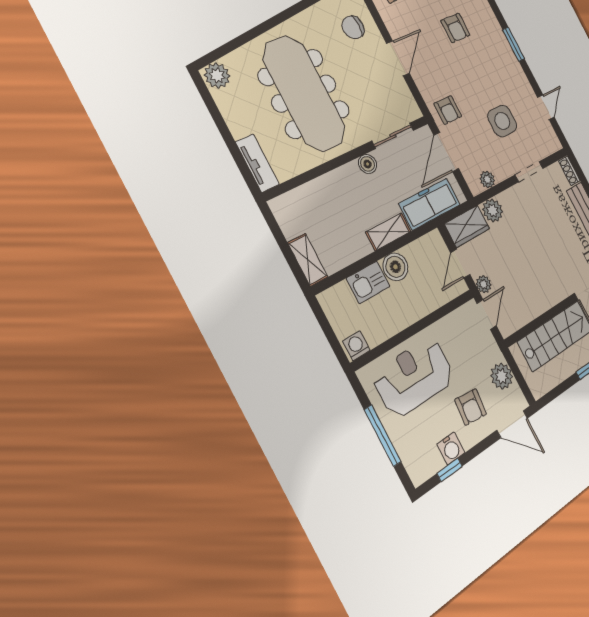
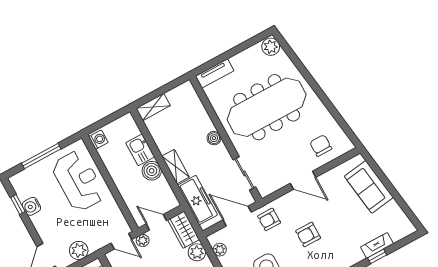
armchair: (455, 28) -> (308, 234), moved
boiler: (368, 164) -> (214, 138), moved
armchair: (471, 407) -> (58, 224), removed

